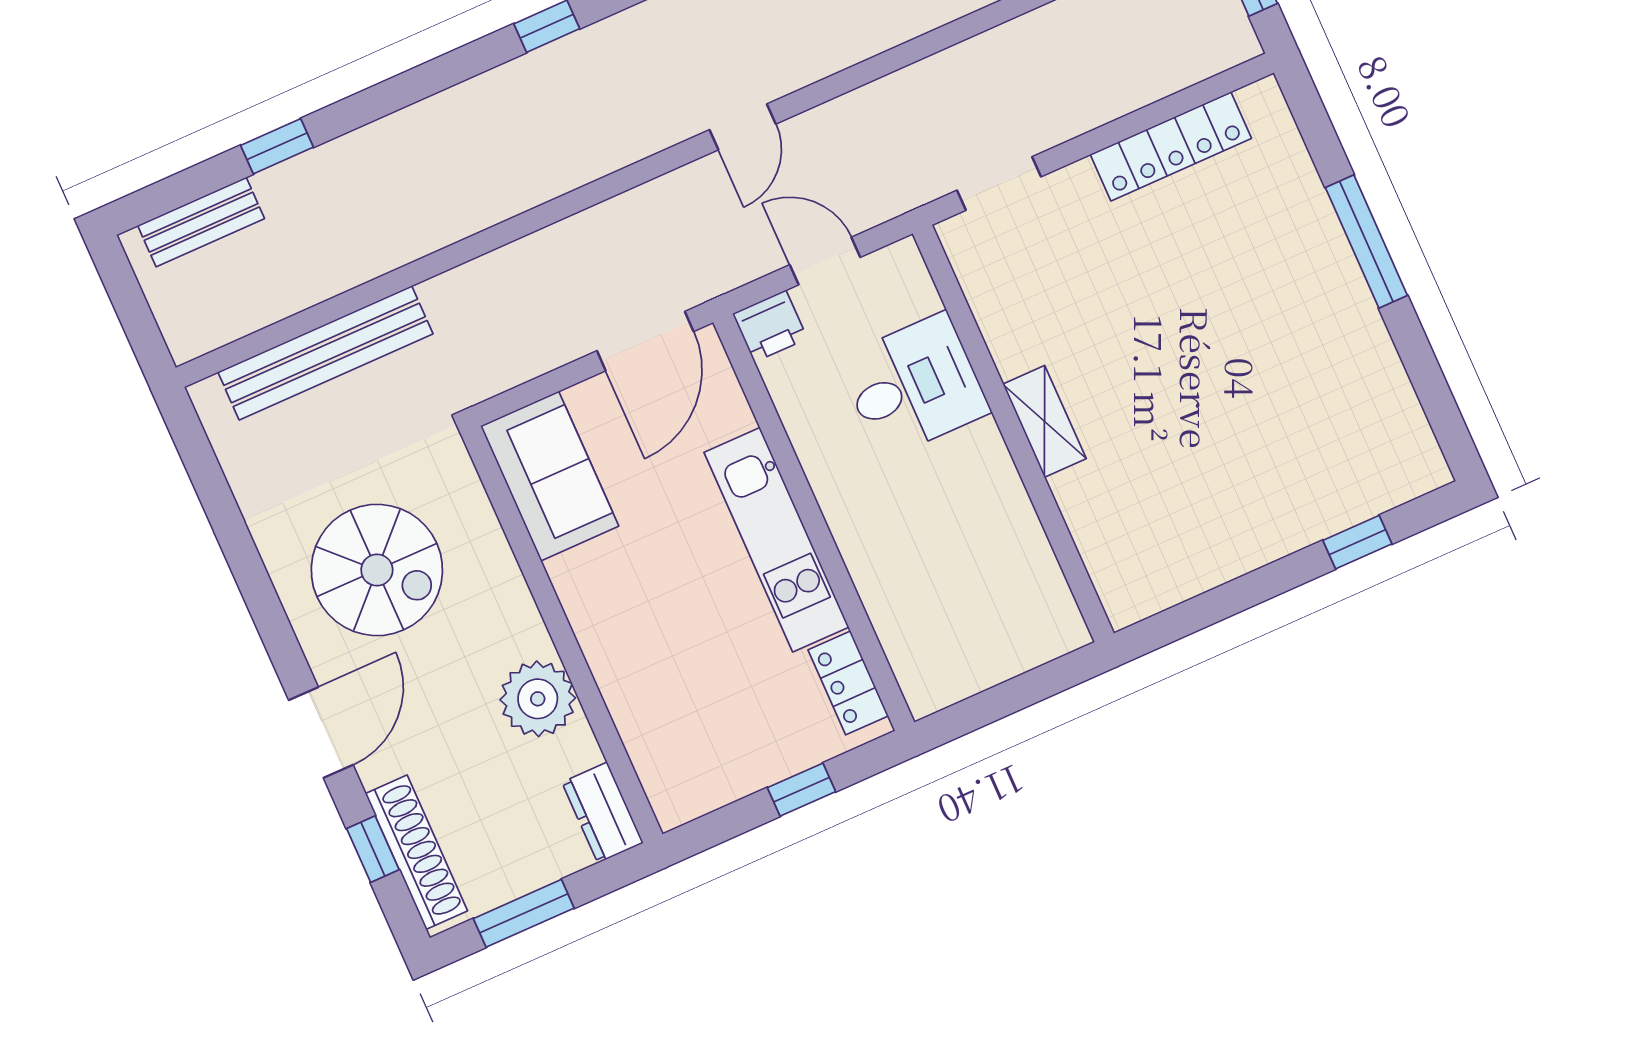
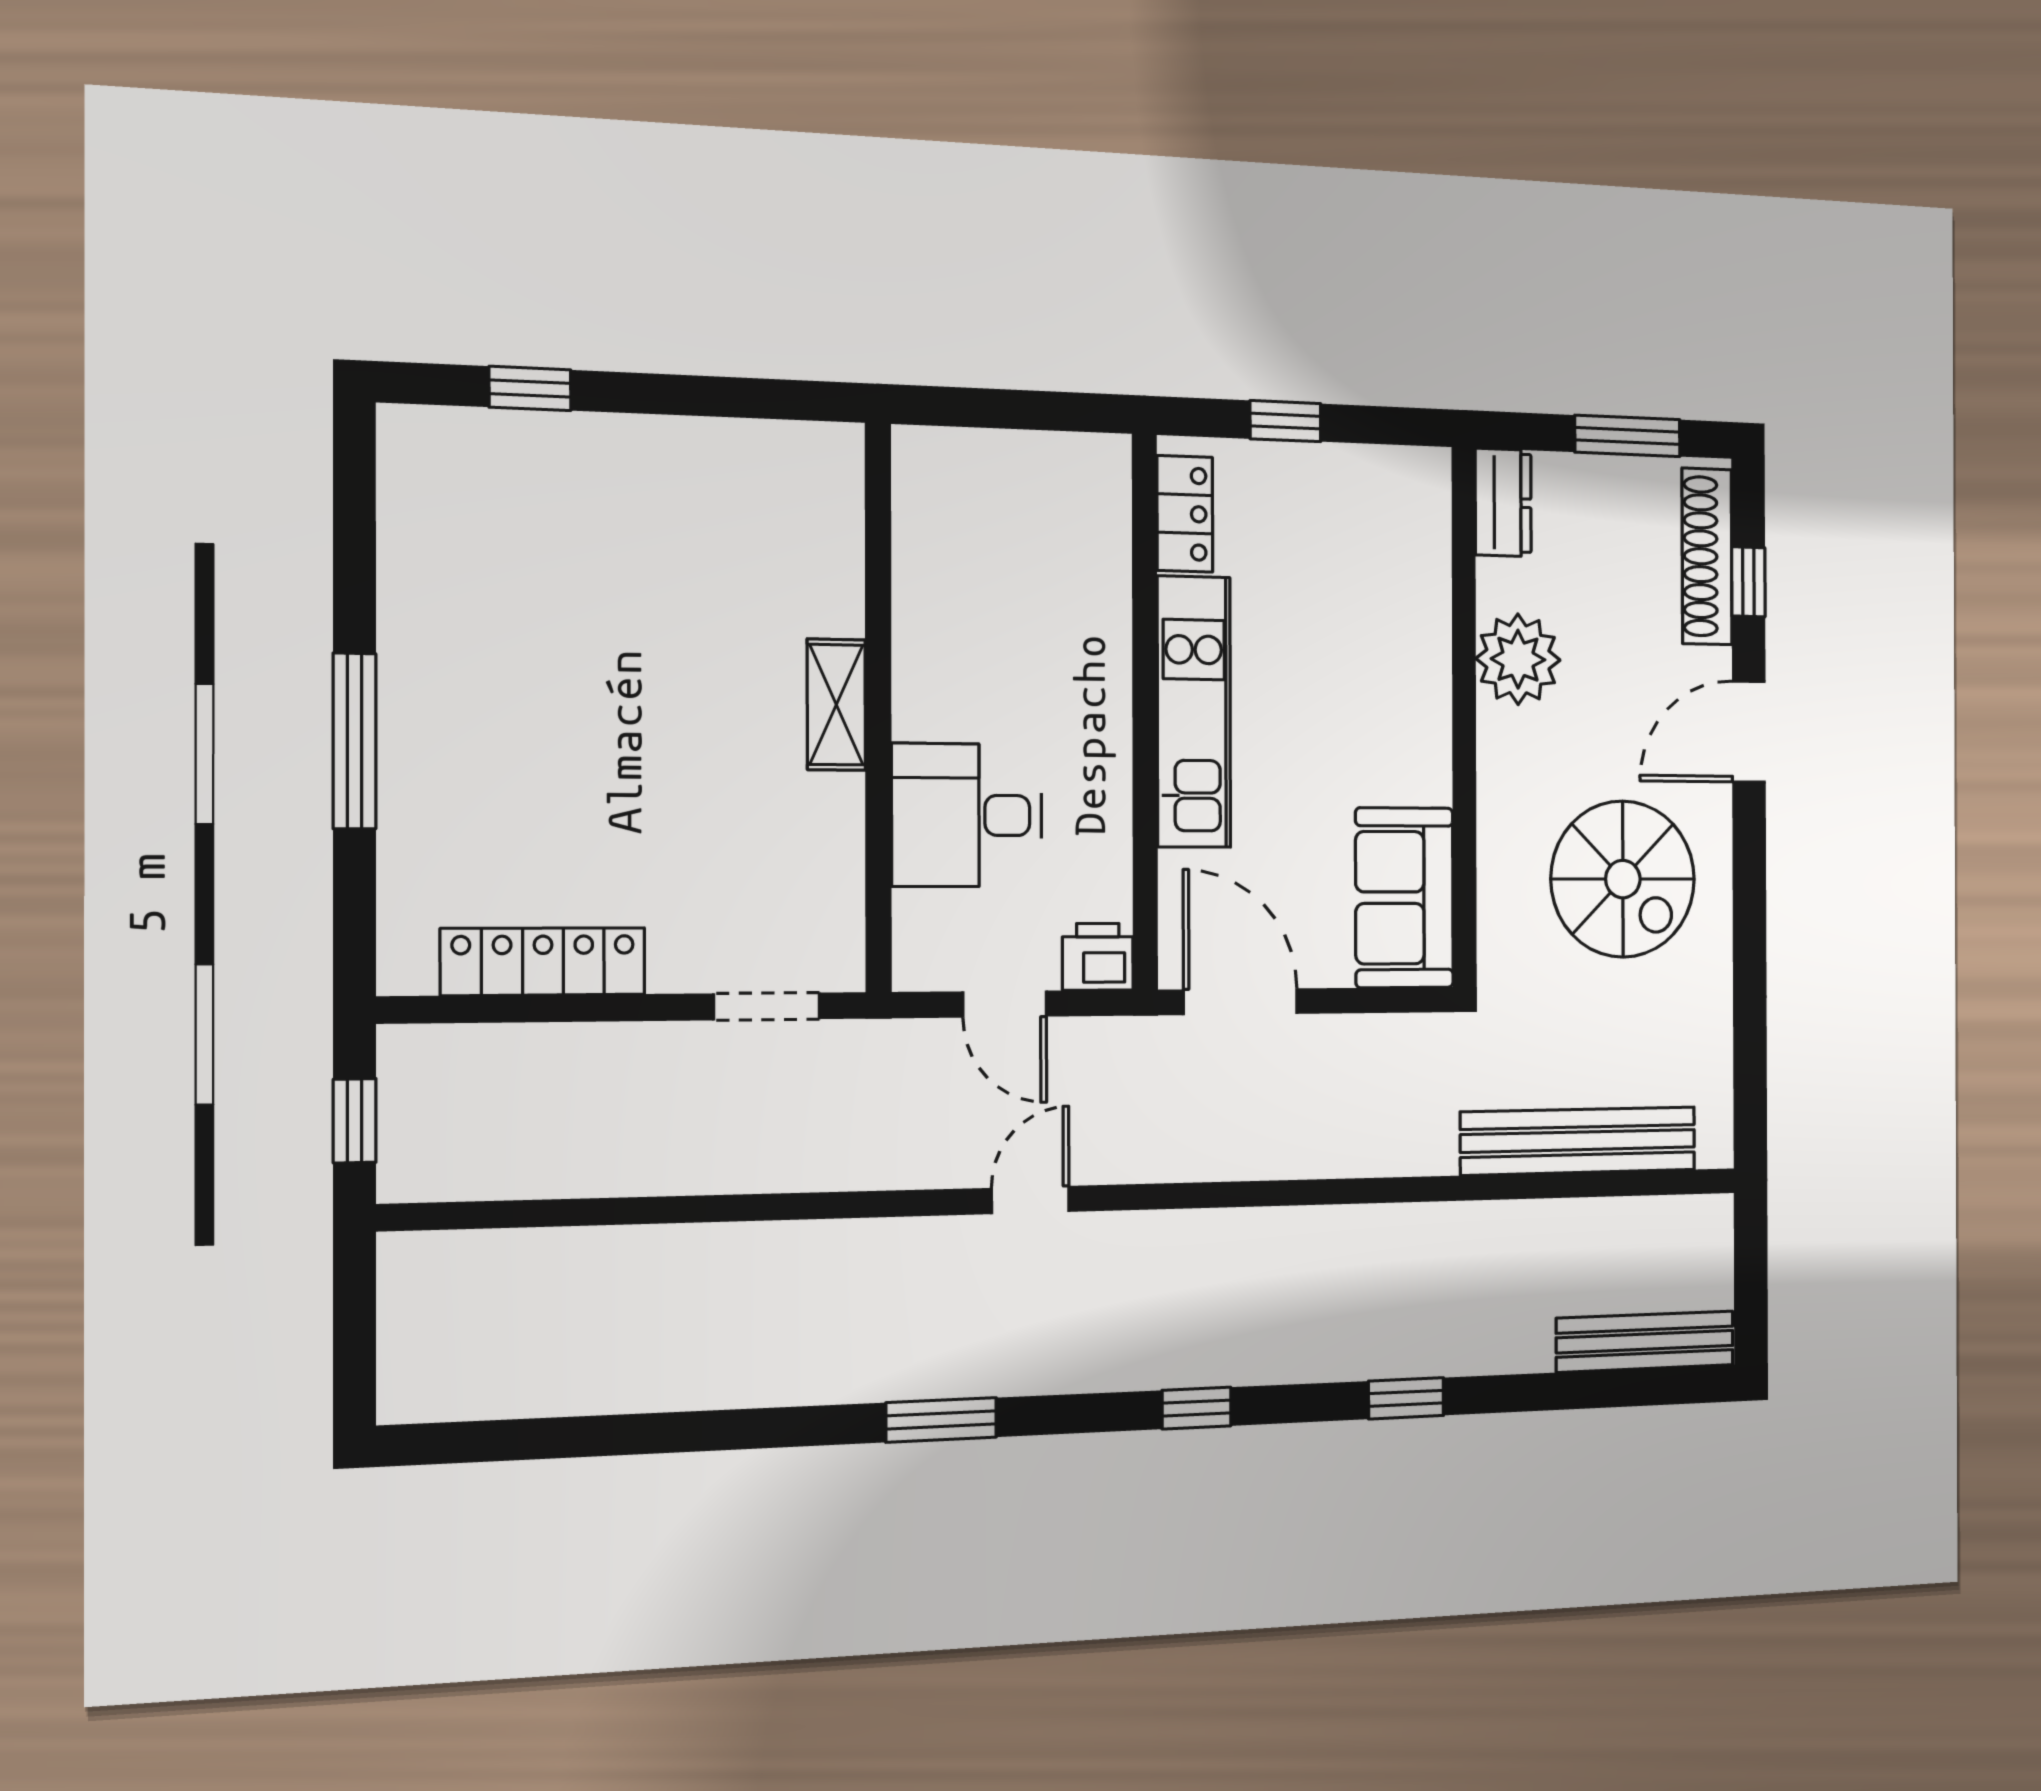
window: (277, 146) -> (1406, 1398), moved
bench: (201, 222) -> (1645, 1342), width x1.36
door: (645, 341) -> (1240, 1002), hinge flipped
spiral stairs: (377, 570) -> (1623, 879), turned 180

